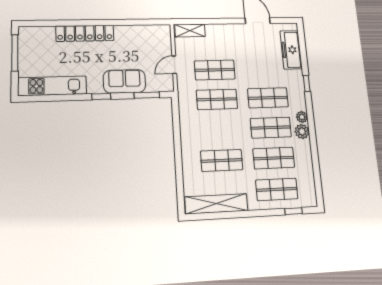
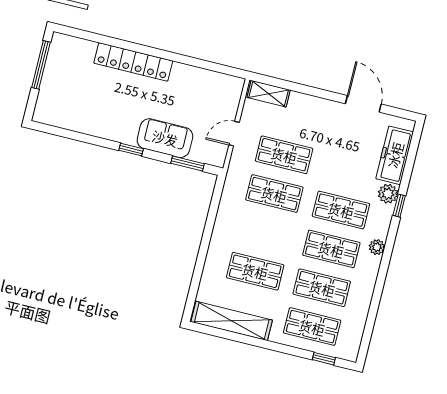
kitchen unit: (52, 86) -> (75, 119), removed
plant: (302, 131) -> (388, 194), moved

